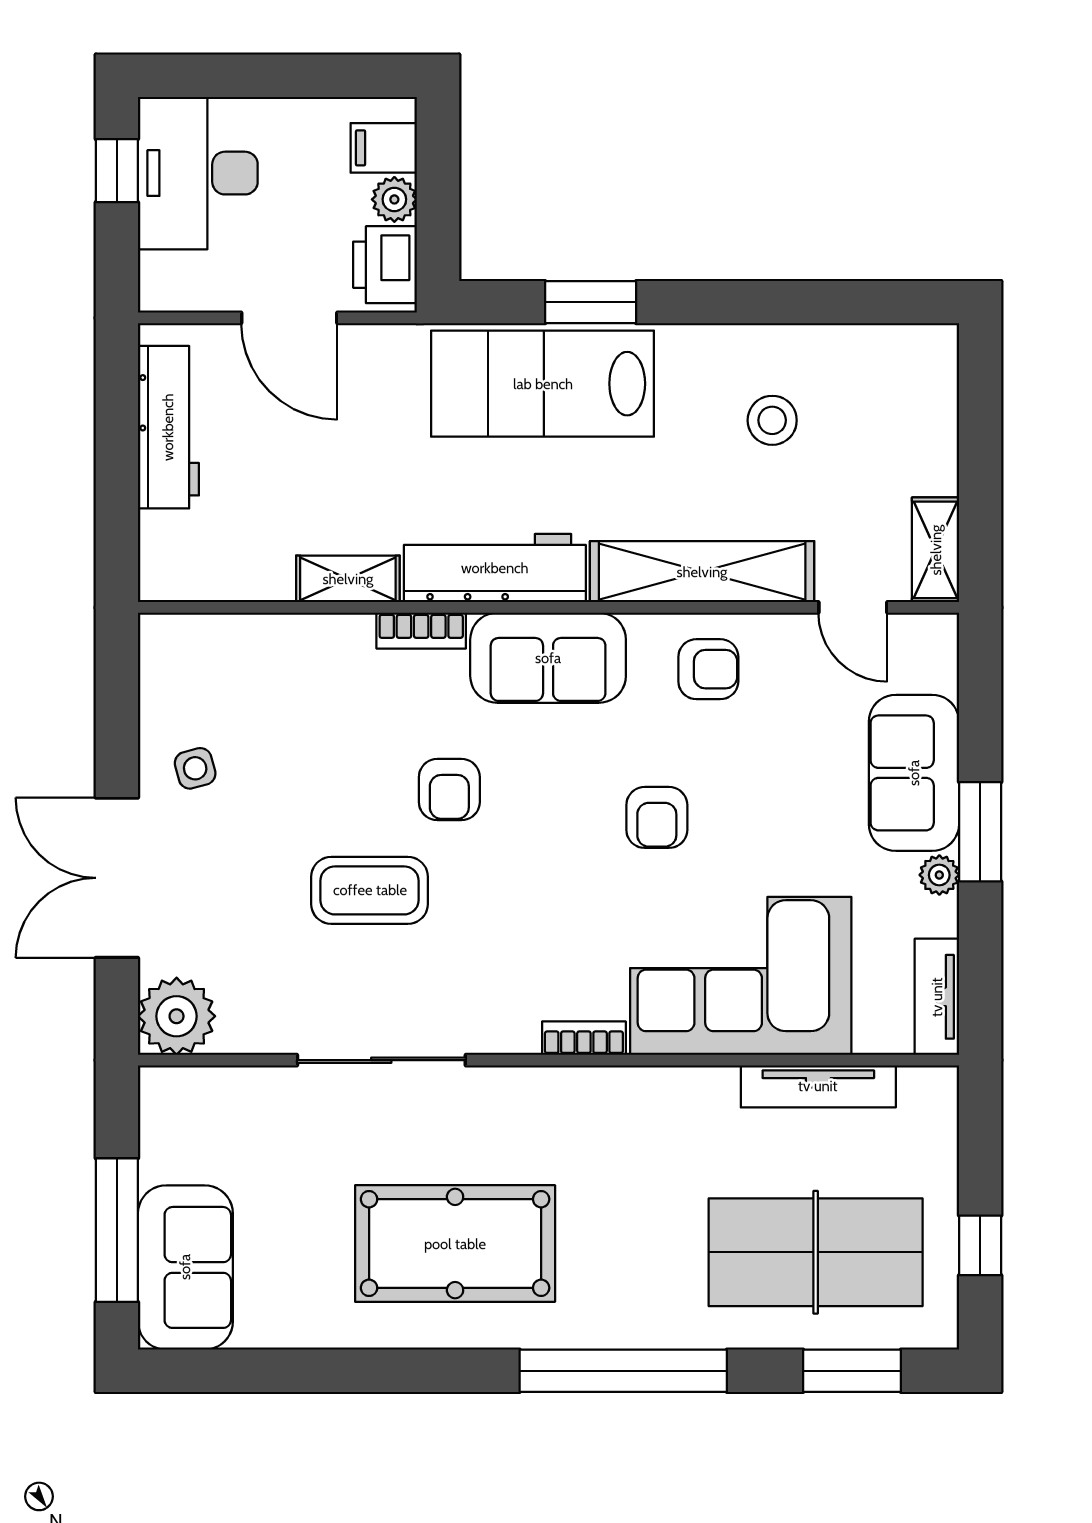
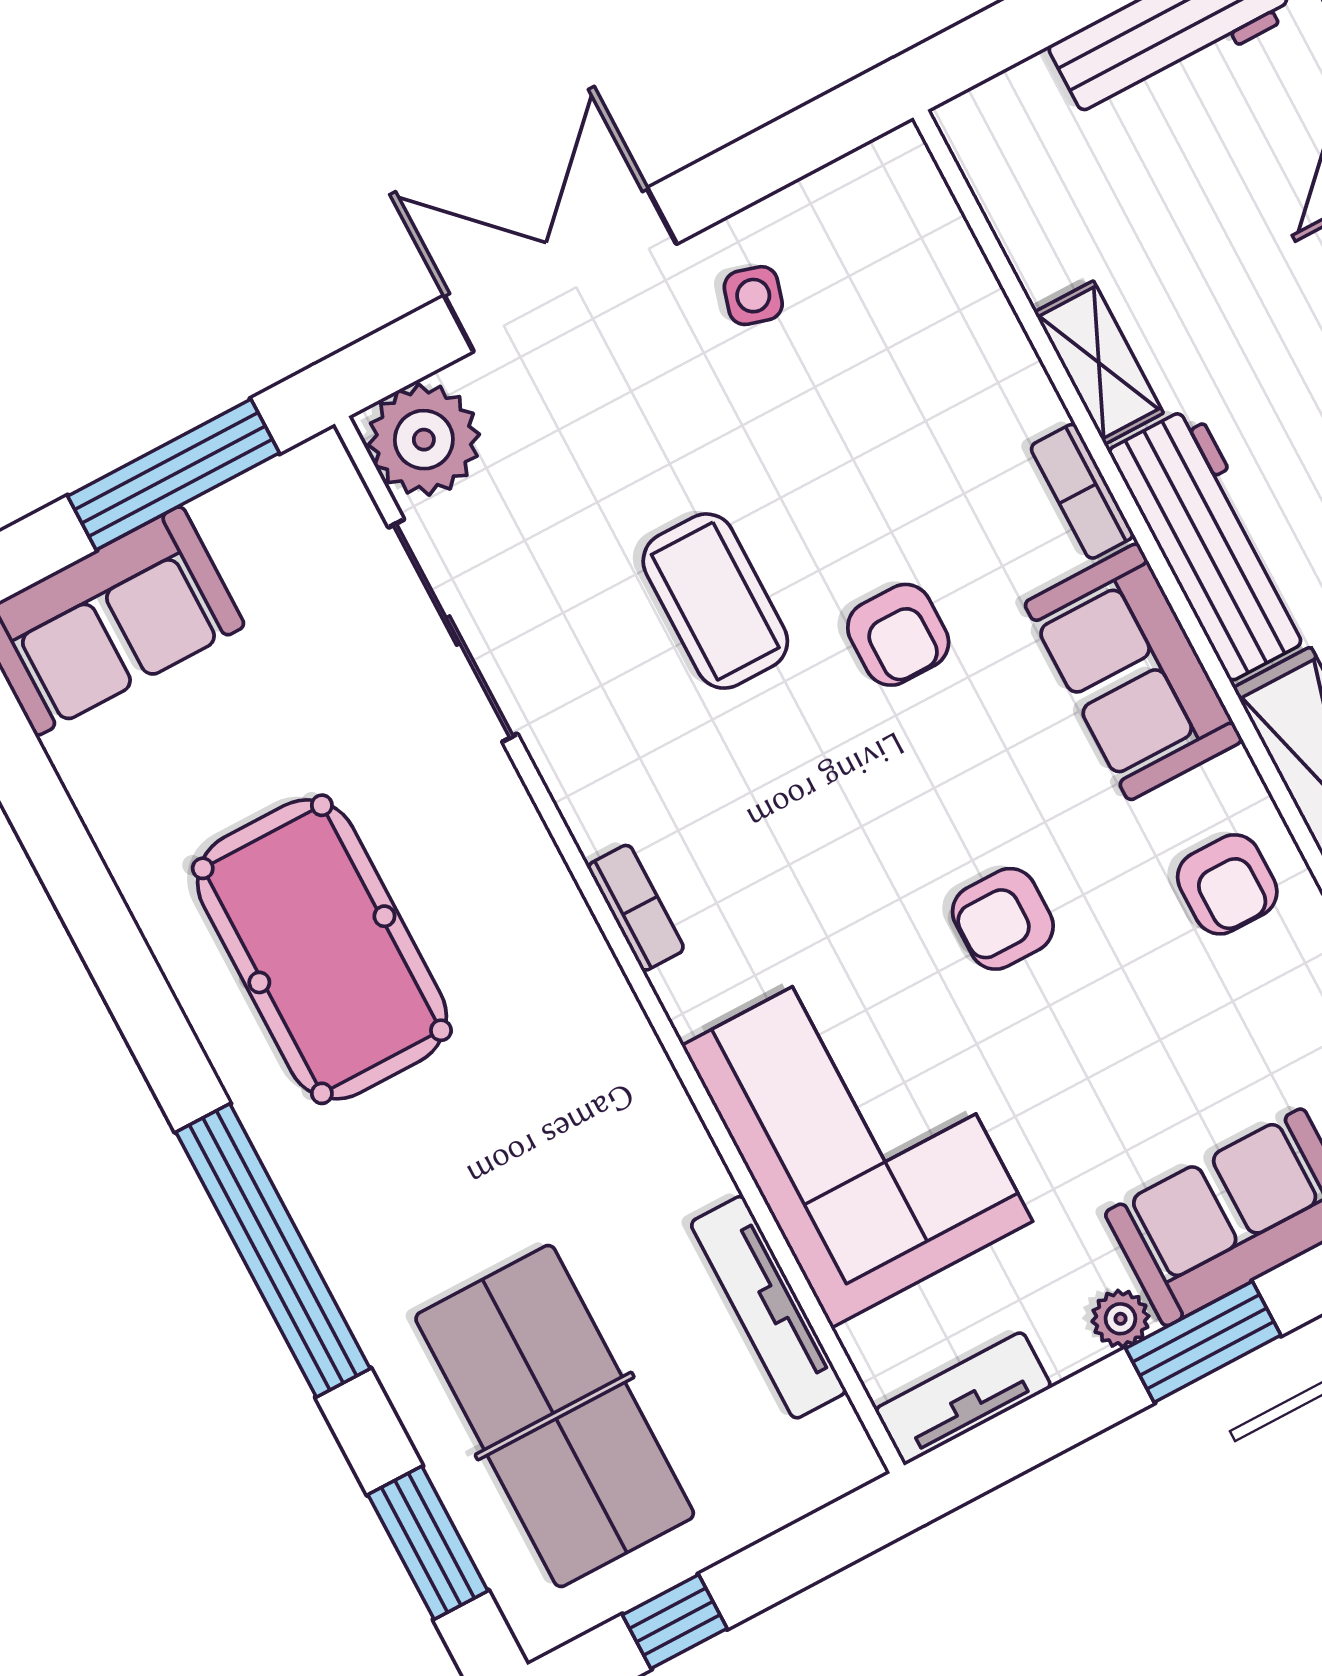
side table: (195, 768) -> (753, 296), turned 31
armchair: (449, 790) -> (898, 635), turned -90
bookcase: (584, 1038) -> (636, 908), moved
sliding door: (381, 1060) -> (453, 631), moved
window: (117, 1230) -> (173, 475), moved

